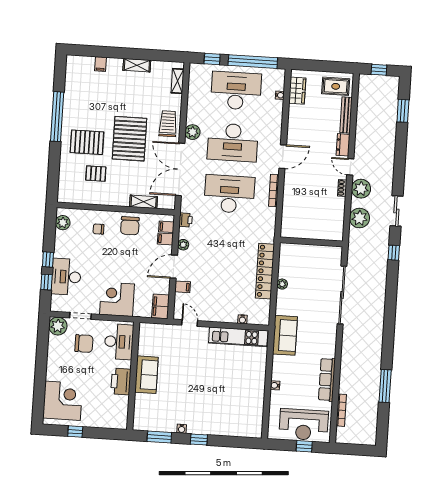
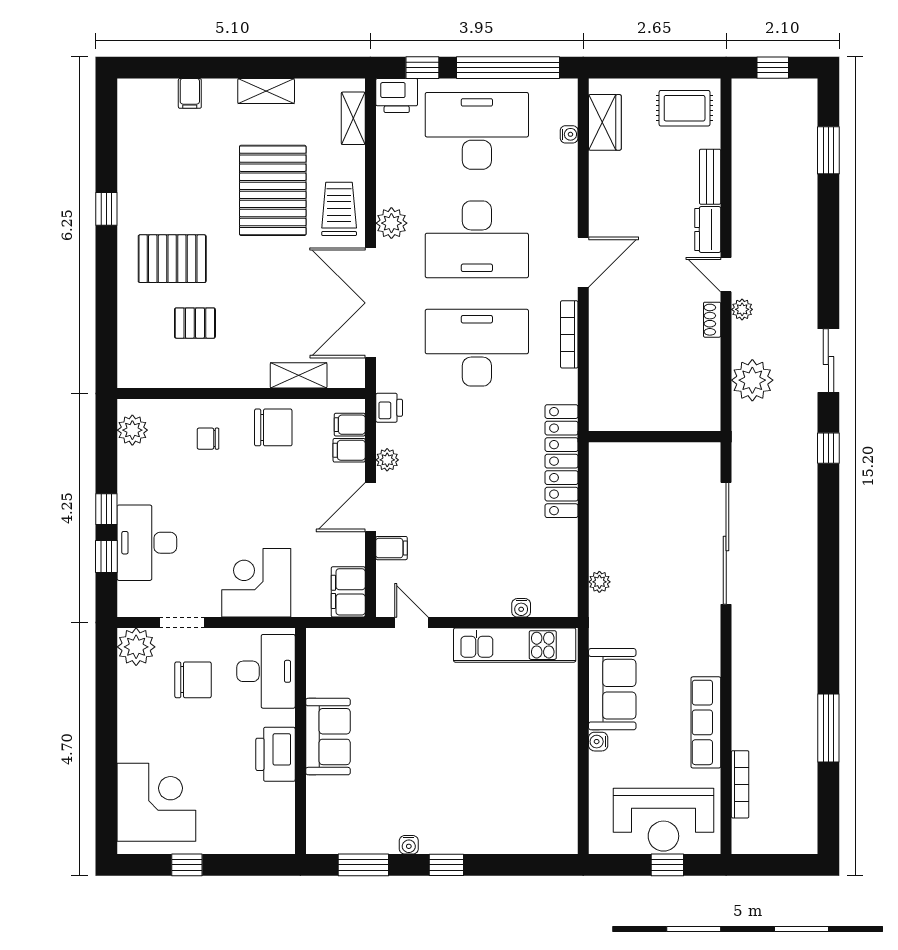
printer: (199, 71) -> (397, 96), added
bench: (346, 115) -> (710, 177), width x0.73
window: (57, 117) -> (106, 209), width x0.32
pallet: (130, 139) -> (273, 190), moved
plant: (361, 189) -> (742, 309), width x0.53, depth x0.53
chair: (130, 226) -> (273, 427), turned -90
locker: (265, 271) -> (562, 461), moved
plant: (282, 284) -> (599, 582), moved
sofa: (285, 335) -> (612, 689), moved

